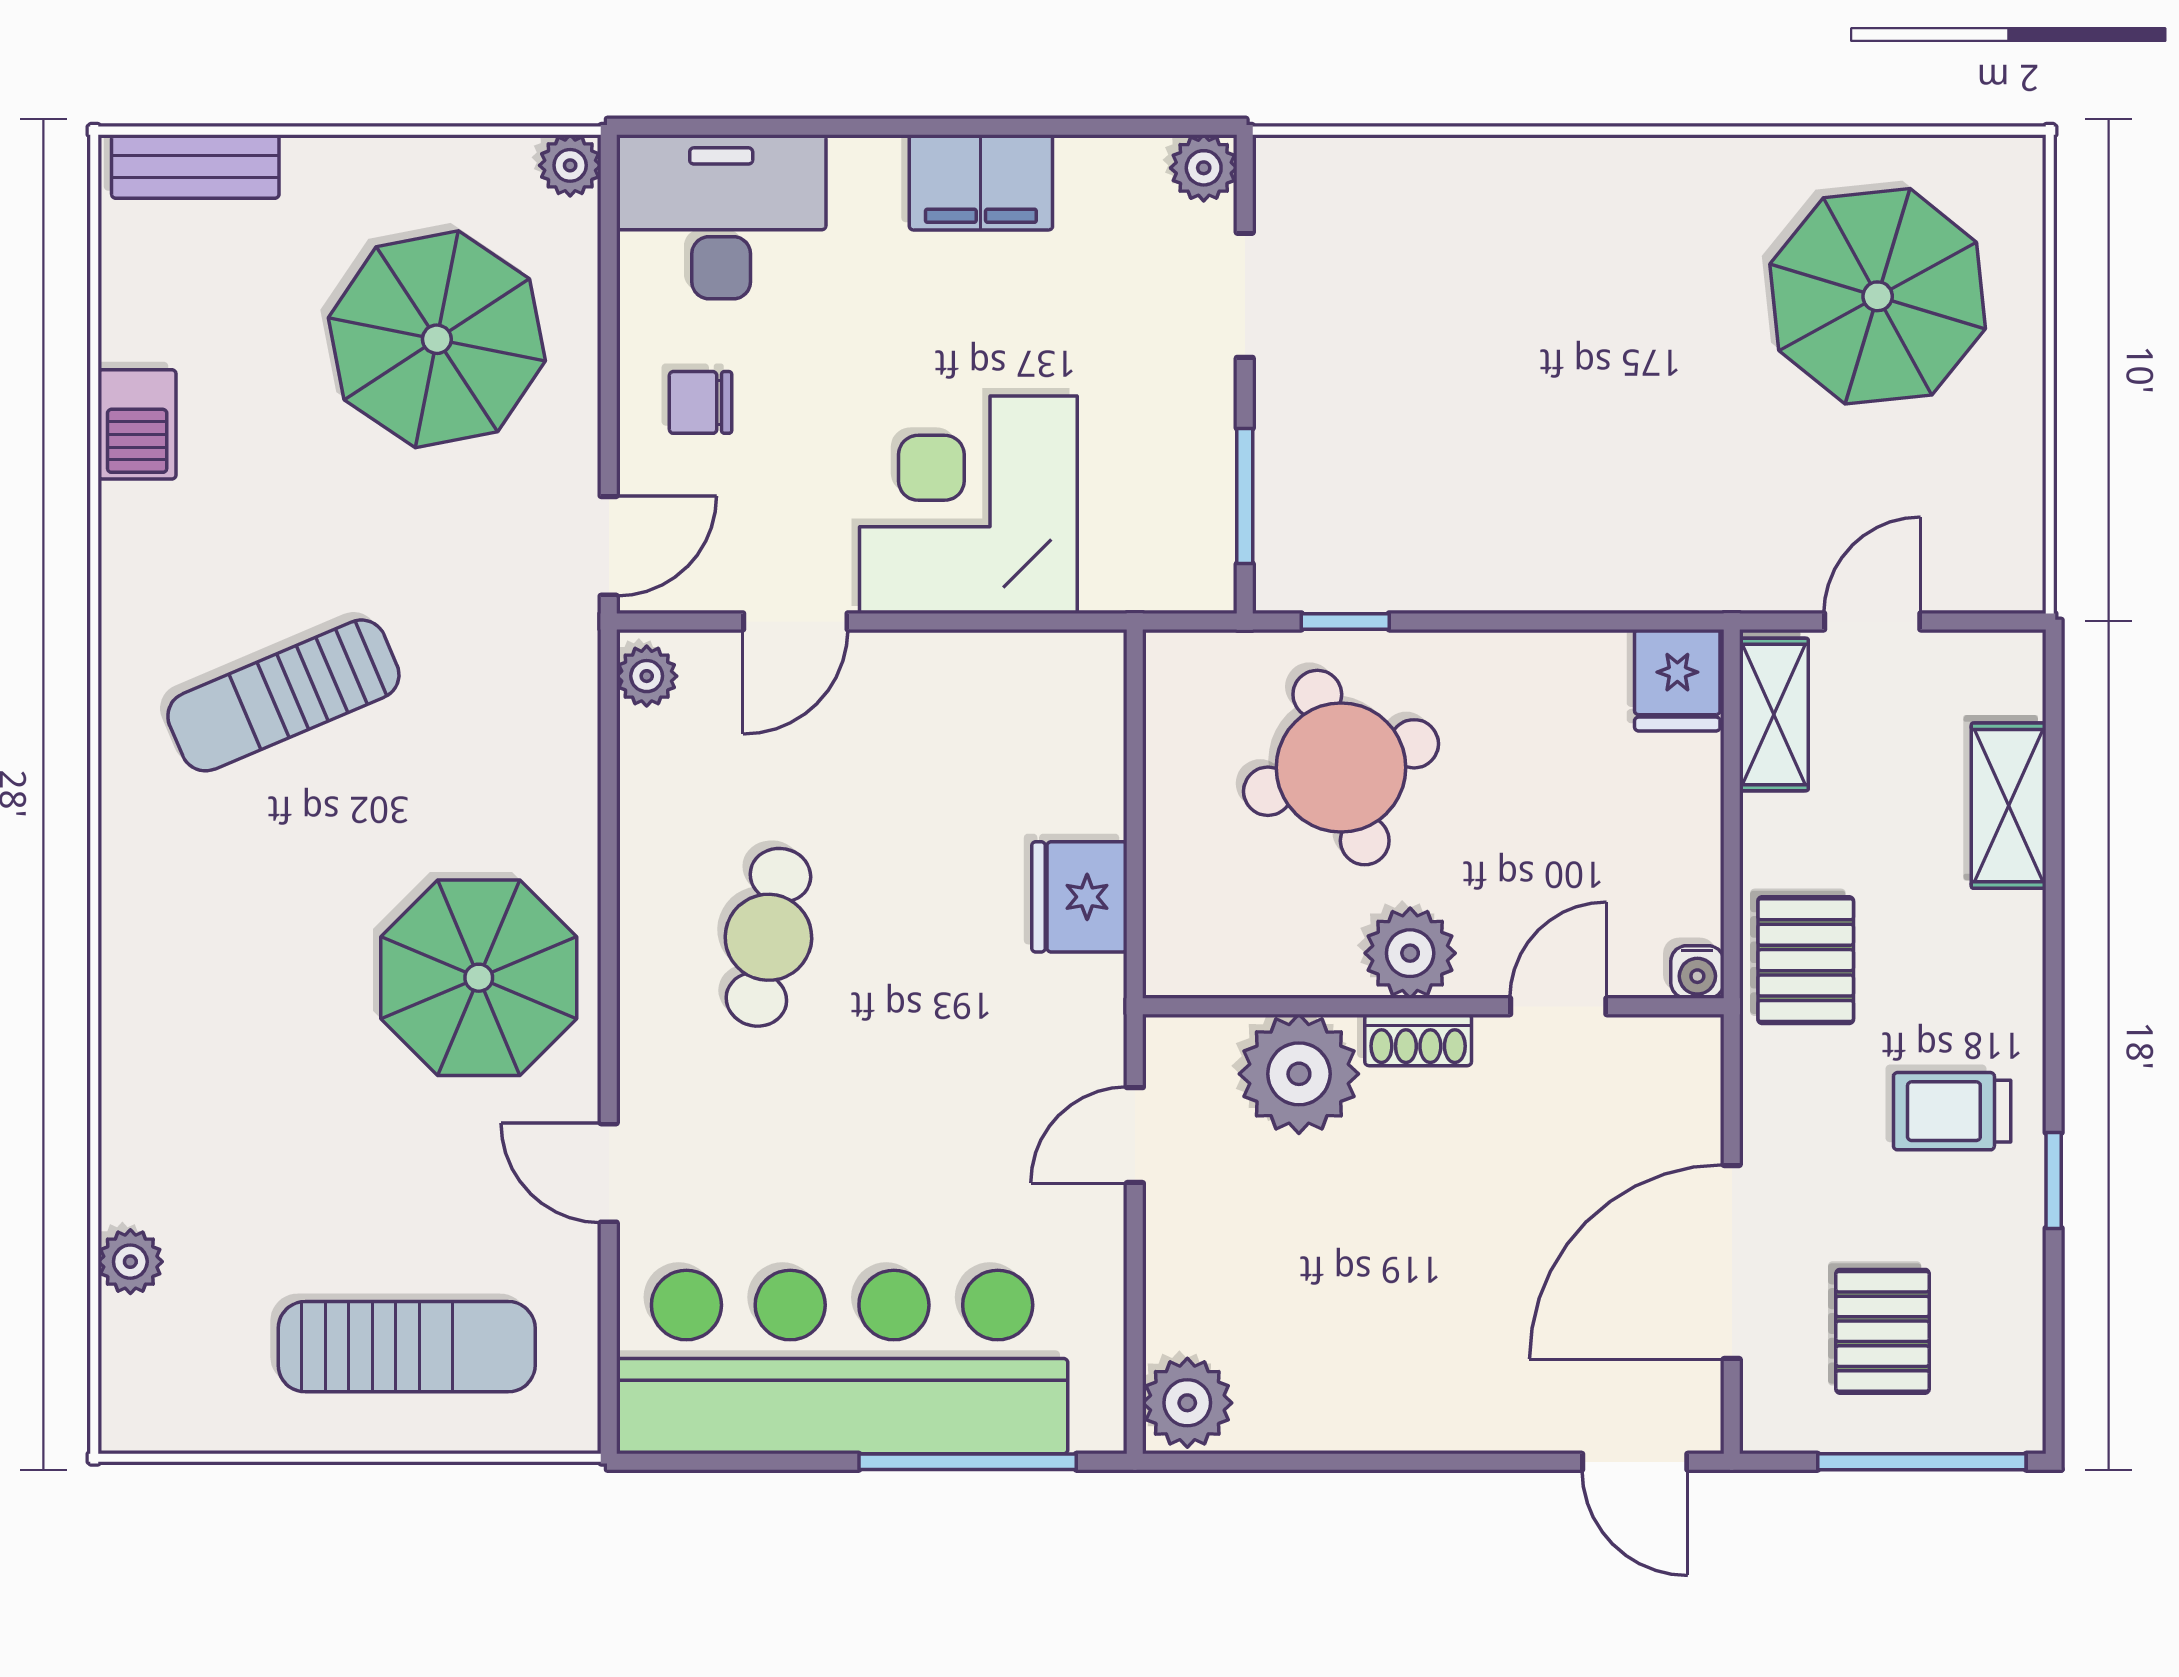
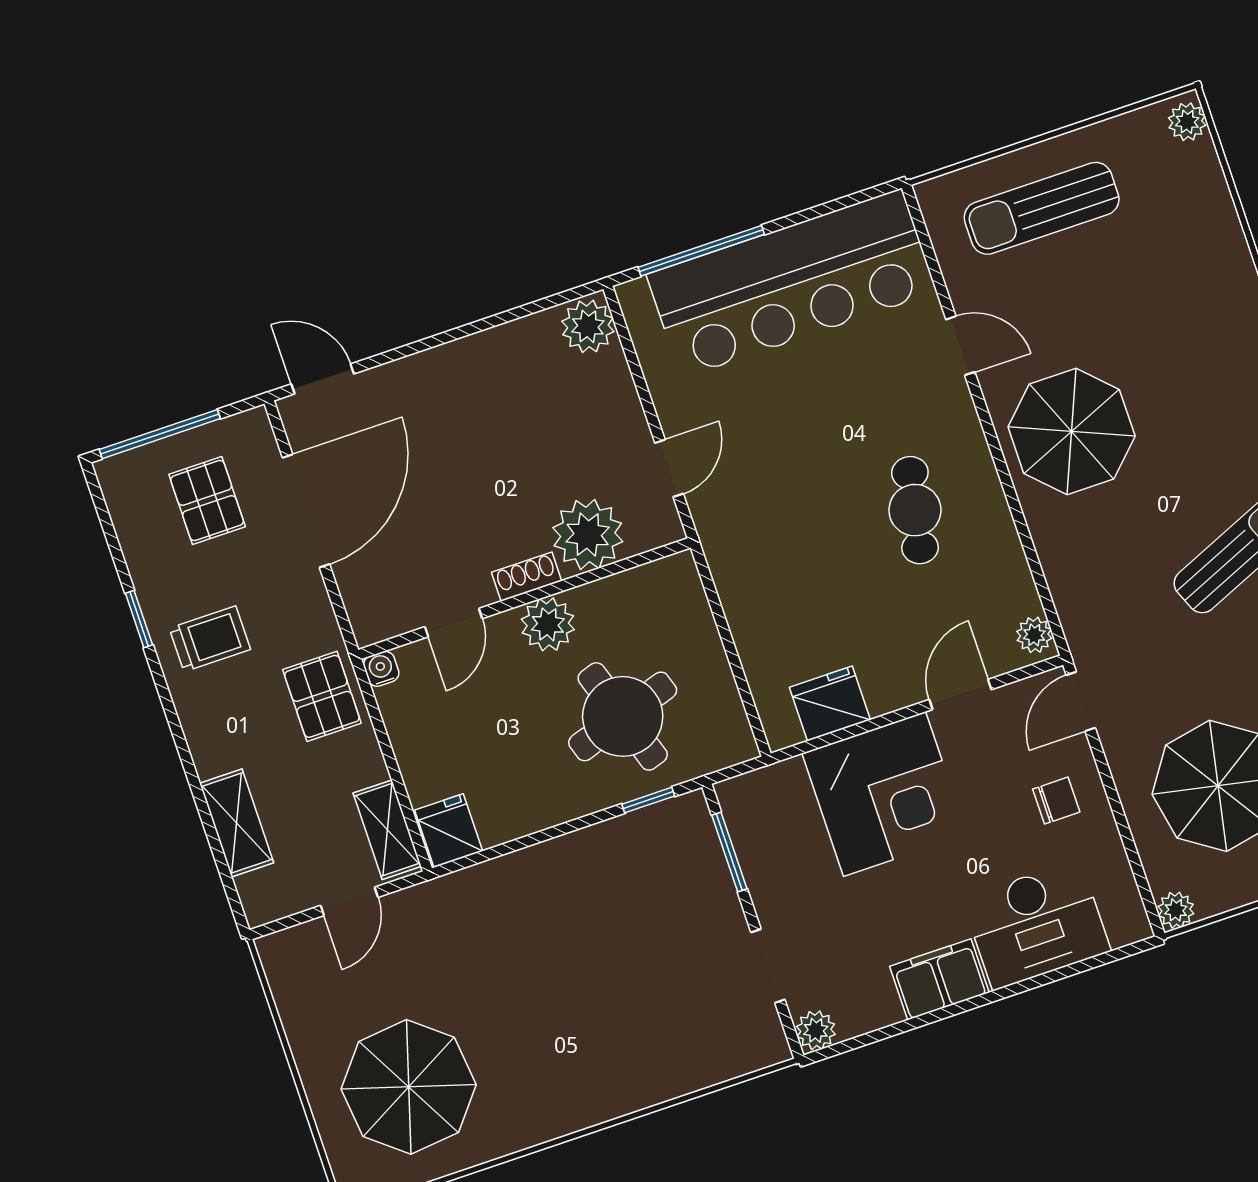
desk: (721, 217) -> (1036, 925), moved
fridge: (1079, 897) -> (830, 704), moved, turned -90
plant: (130, 1262) -> (1187, 122), moved

